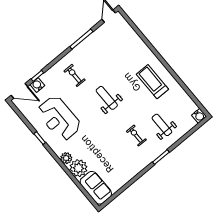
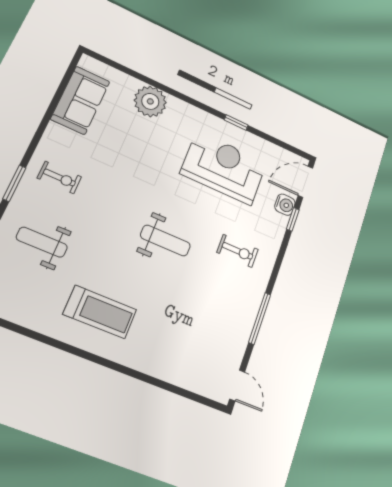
weight bench: (162, 125) -> (42, 242), turned 180
exercise bike: (136, 136) -> (59, 177), moved
plant: (66, 158) -> (178, 109), removed
sofa: (96, 188) -> (80, 100), moved, turned -90

